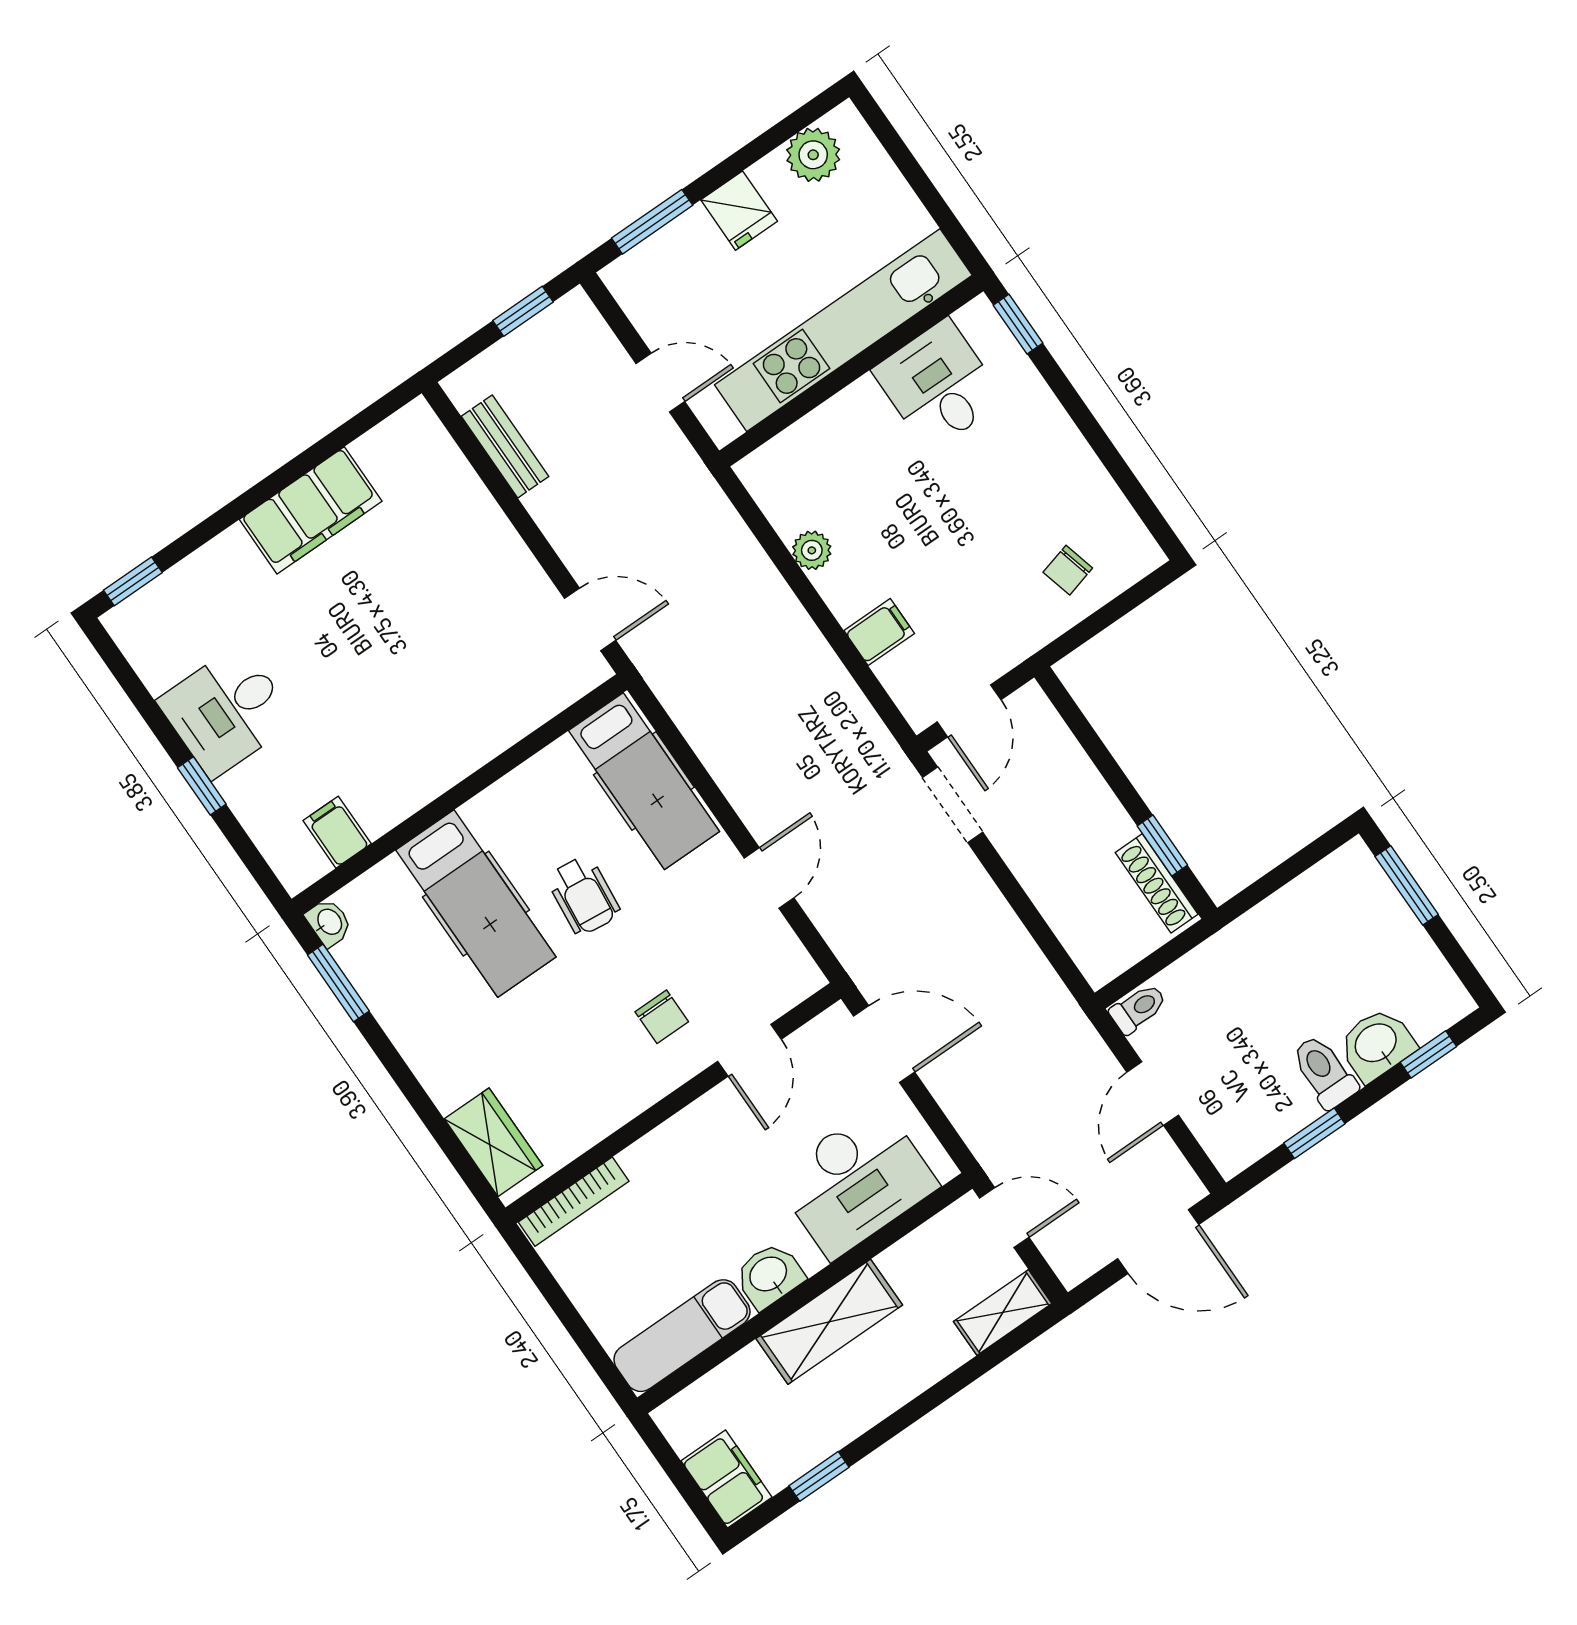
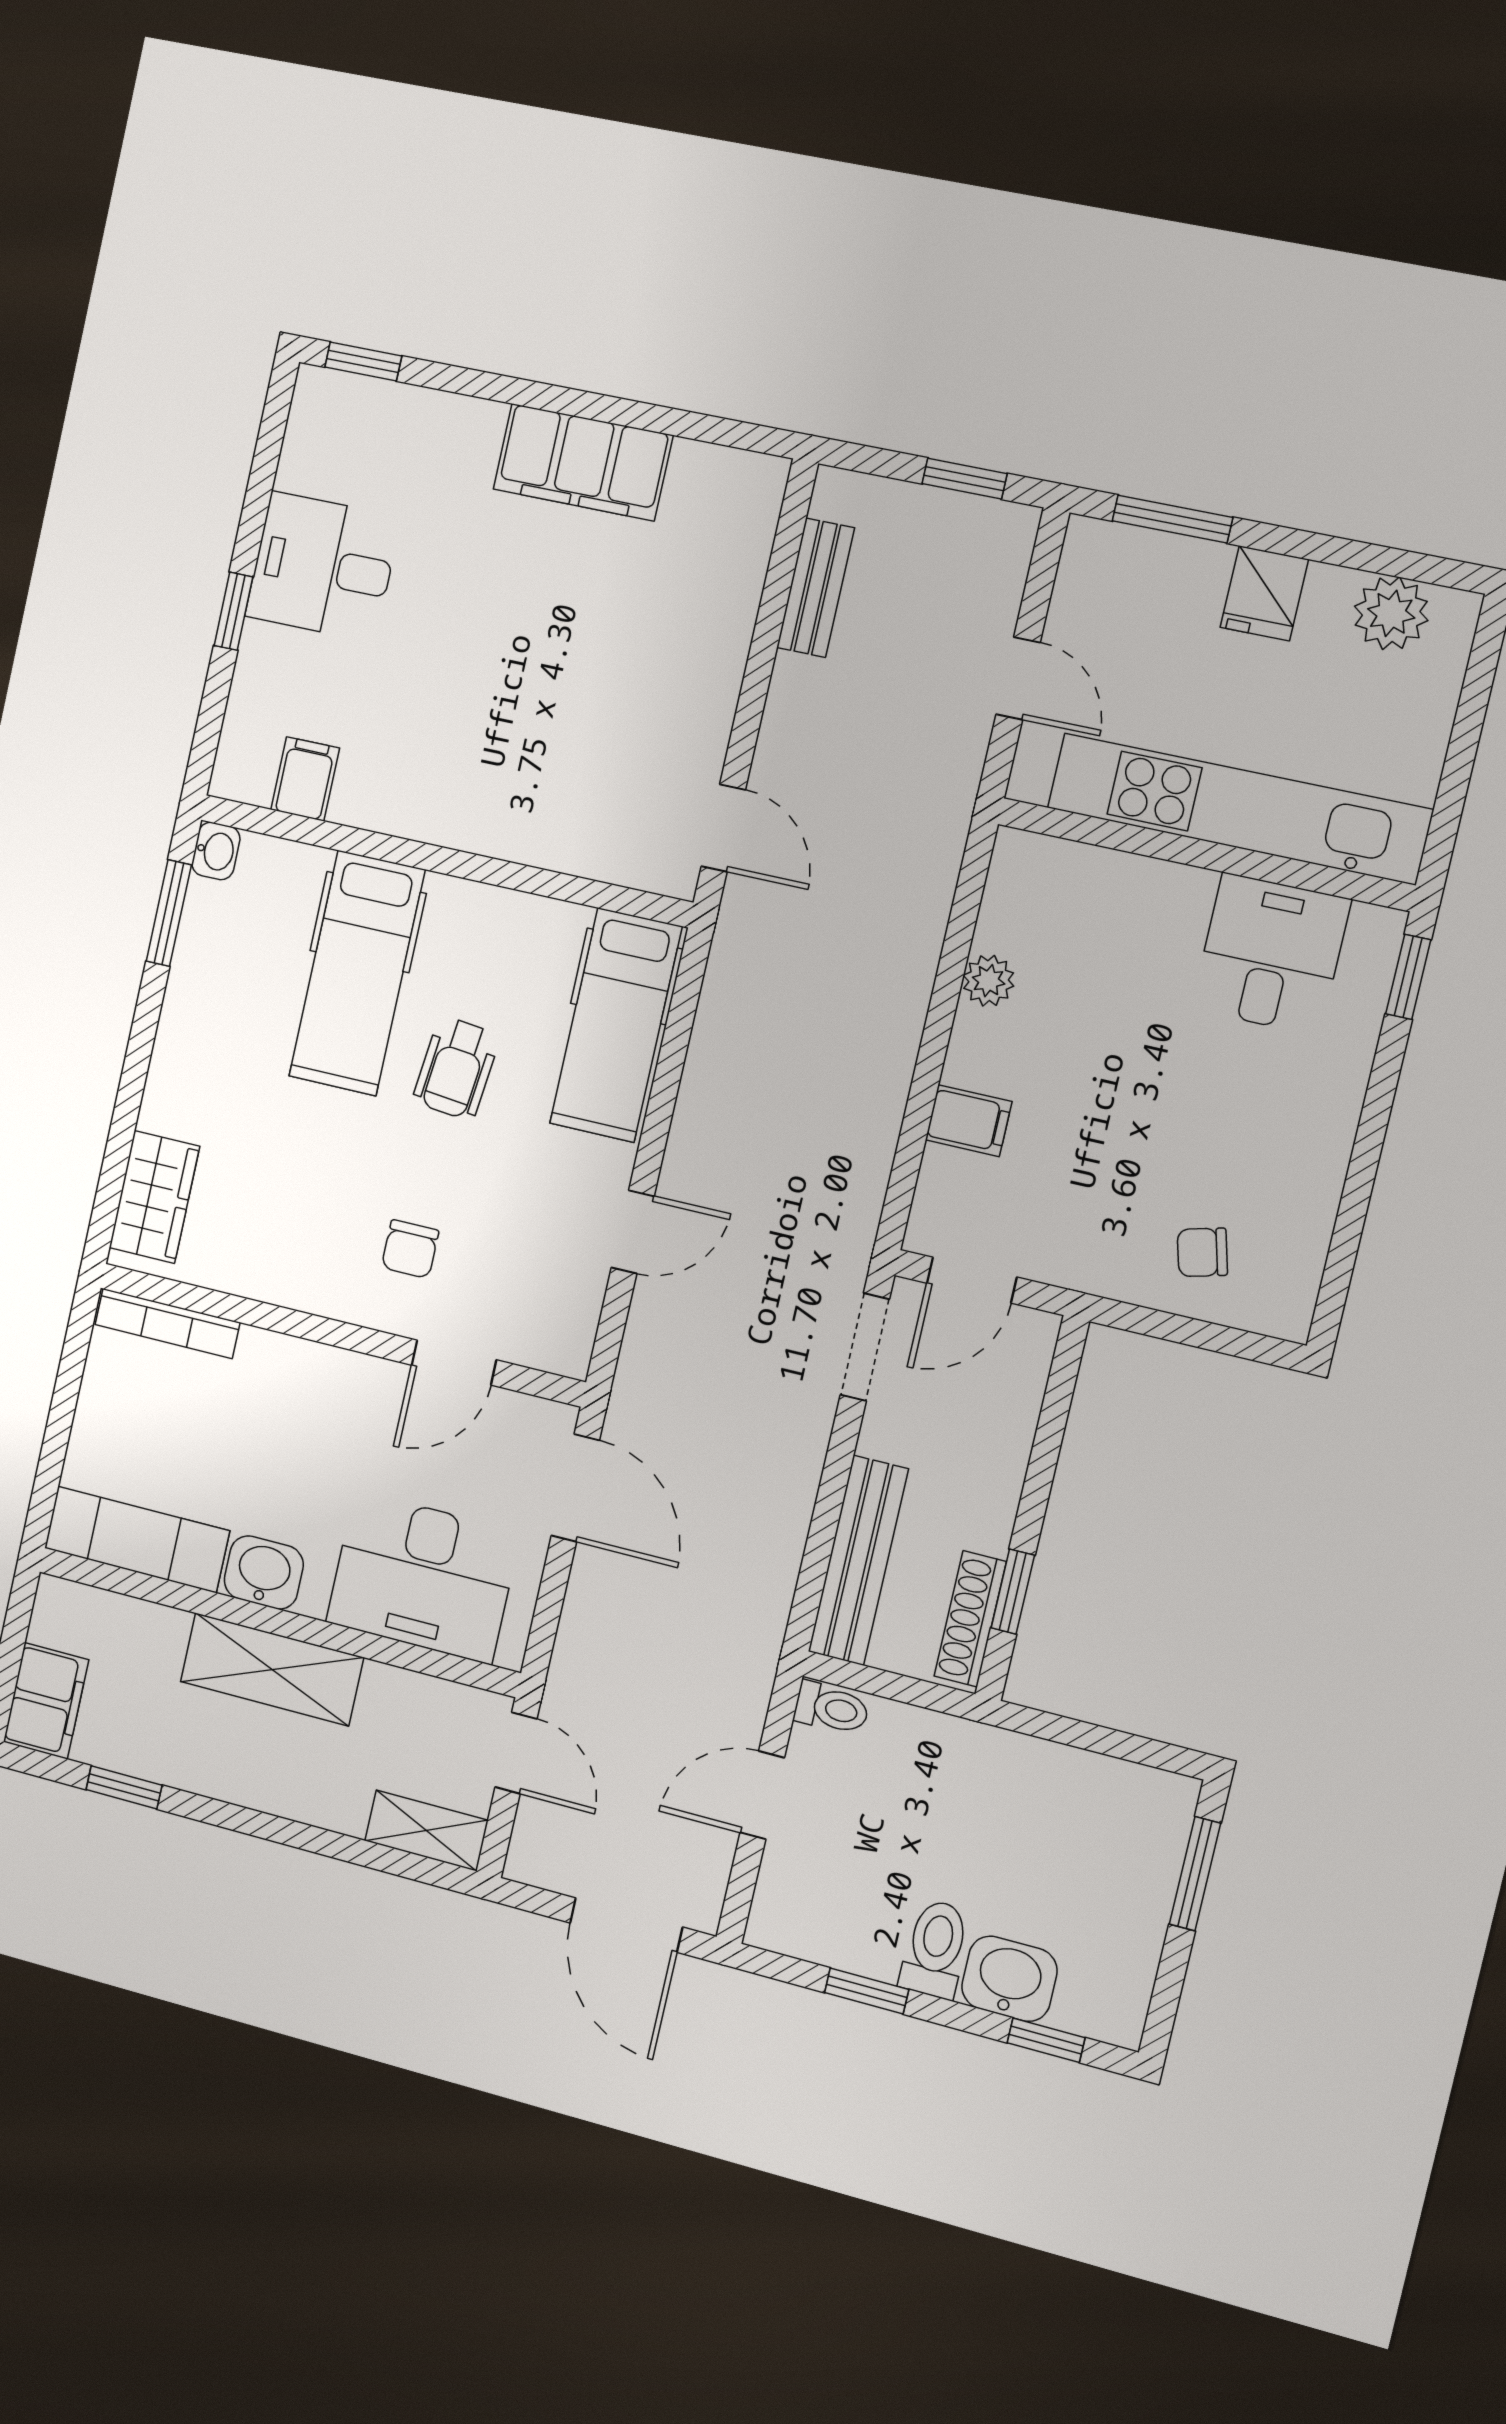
bench: (1068, 917) -> (858, 1560), added

